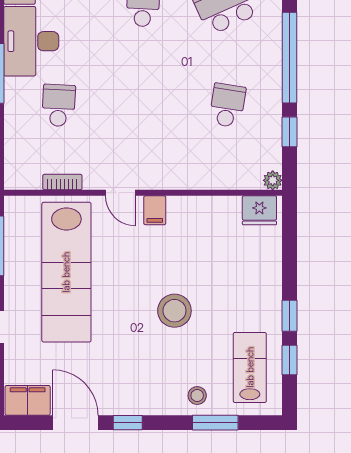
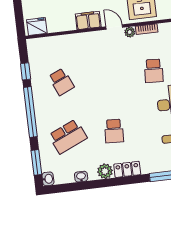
school desk: (227, 105) -> (61, 82), turned -33
plant: (273, 180) -> (130, 32), moved
filing cabinet: (155, 210) -> (88, 20), width x2.00

